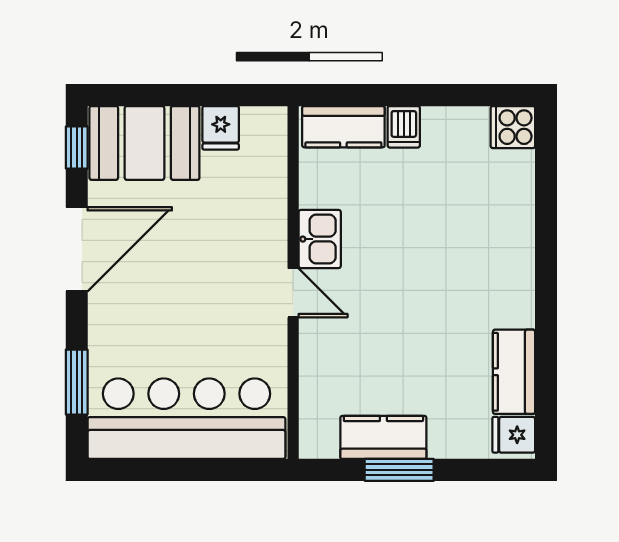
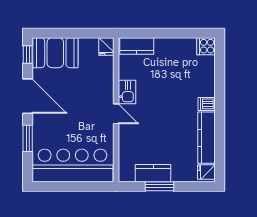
dishwasher: (404, 127) -> (207, 104), moved, turned 90
fridge: (221, 128) -> (106, 46), moved
door: (77, 249) -> (28, 96), hinge flipped
kitchen counter: (514, 372) -> (206, 138), width x1.50
window: (77, 382) -> (28, 138), moved

